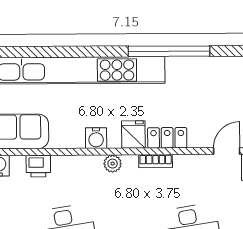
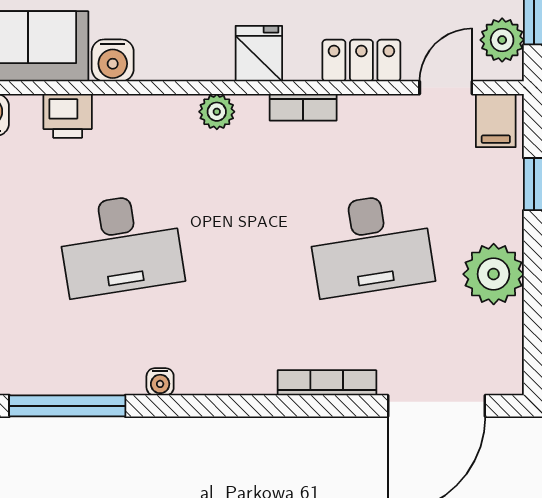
water cooler: (96, 138) -> (113, 60), moved
locker: (167, 138) -> (361, 61), moved

